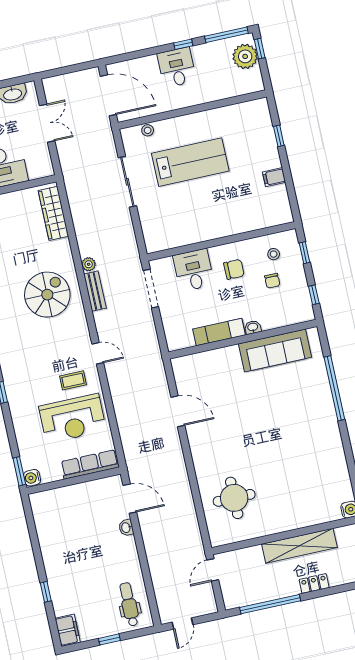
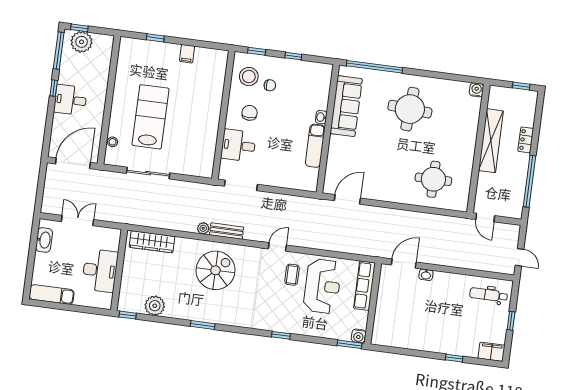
stool: (274, 254) -> (249, 77), width x1.89, depth x1.89
spiral stairs: (47, 295) -> (216, 270), turned 90
washbasin: (253, 327) -> (321, 117), moved
exam couch: (219, 332) -> (315, 146), moved
wall: (243, 339) -> (328, 129), moved
sofa: (275, 350) -> (346, 106), moved
round table: (302, 444) -> (410, 109), added

